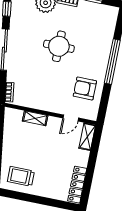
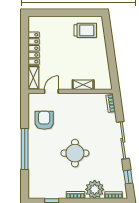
armchair: (85, 88) -> (44, 120), turned -90
locker: (77, 185) -> (34, 48), moved

